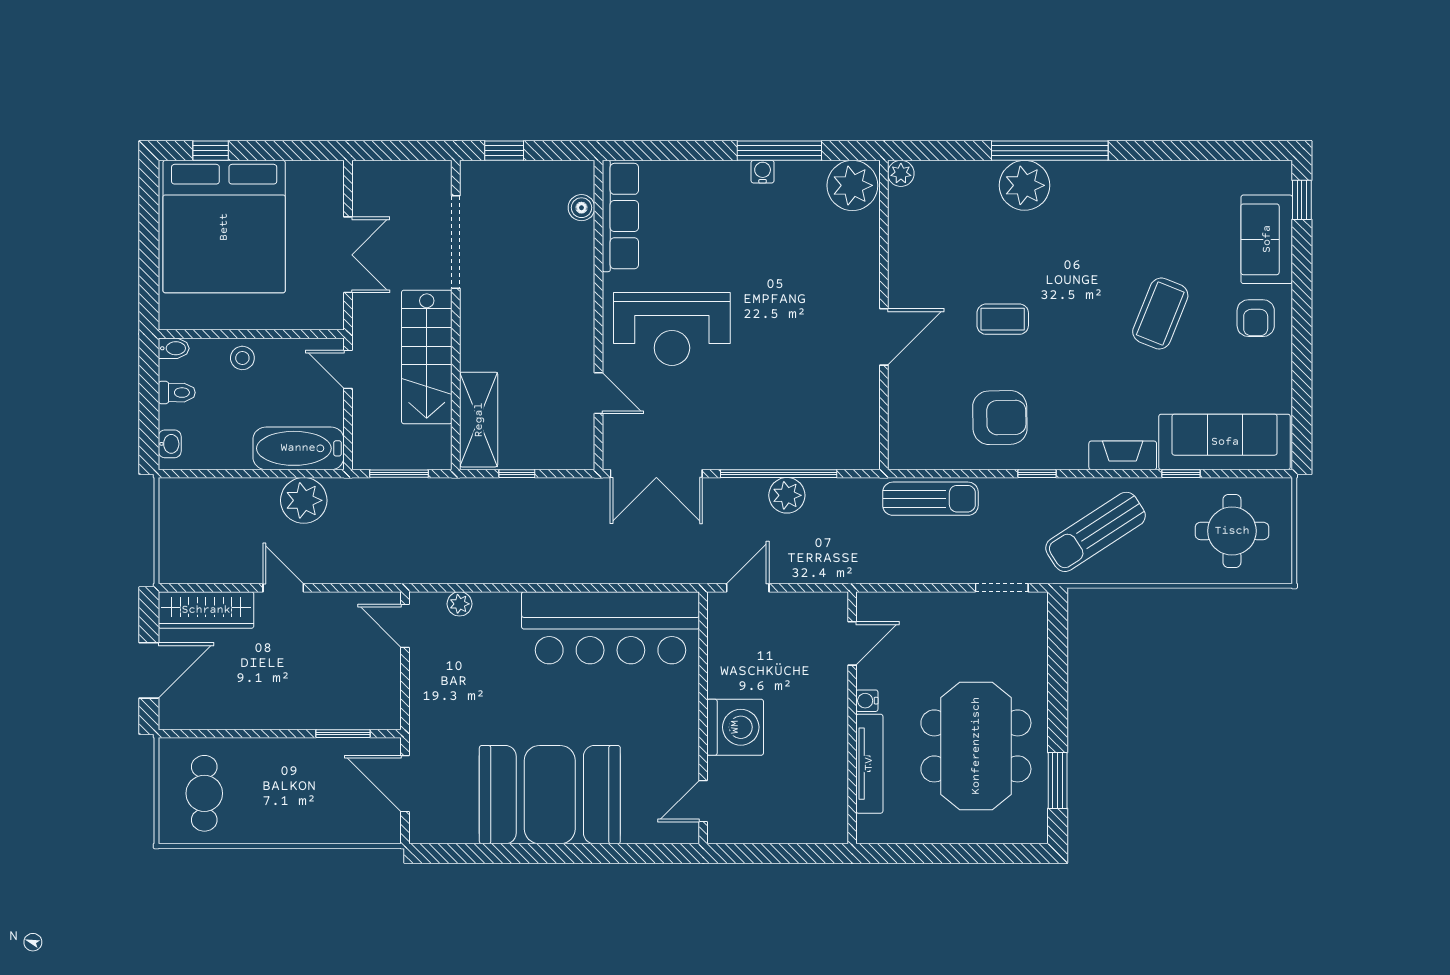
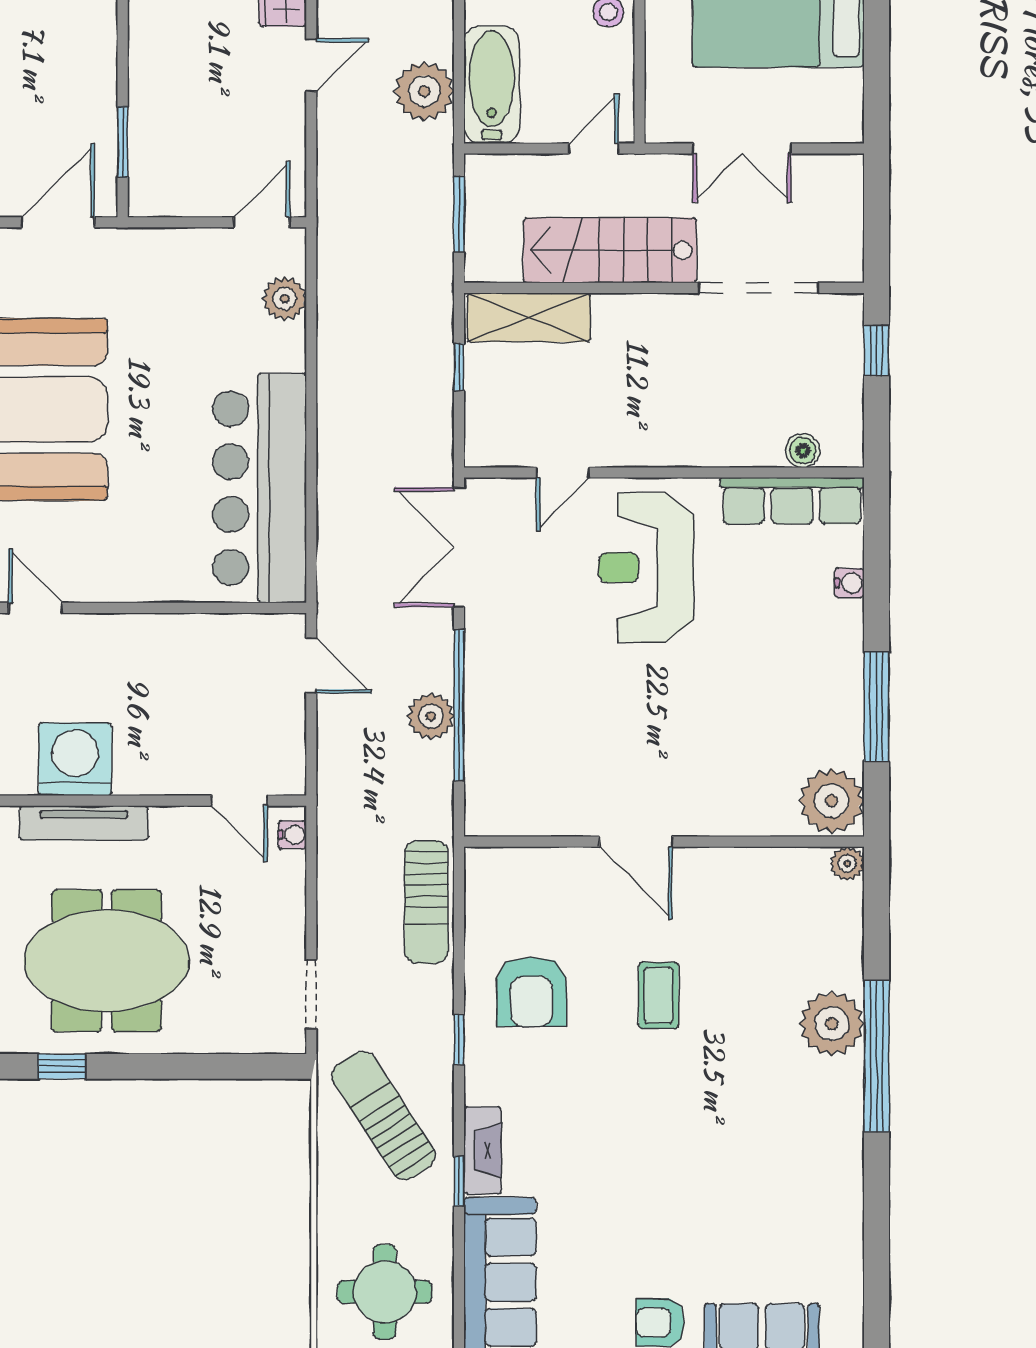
water cooler: (763, 172) -> (849, 583), moved
coffee table: (1160, 314) -> (666, 1199), removed
window: (1181, 474) -> (459, 1181), moved
plant: (459, 604) -> (285, 299), width x1.38, depth x1.38
water cooler: (867, 701) -> (292, 835), moved, turned 90
washing machine: (735, 727) -> (75, 759), moved, turned 180
window: (1058, 781) -> (62, 1066), width x0.67

